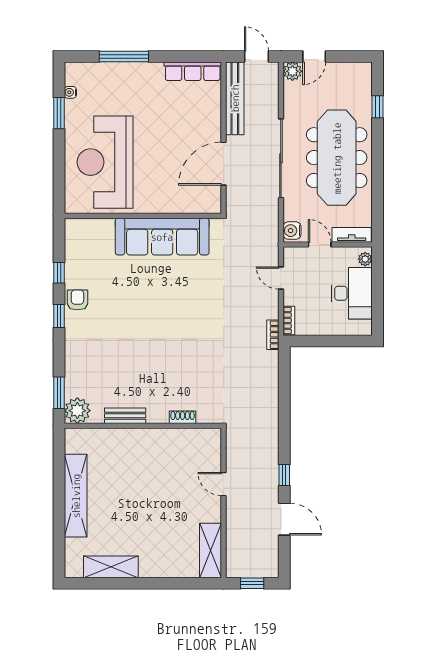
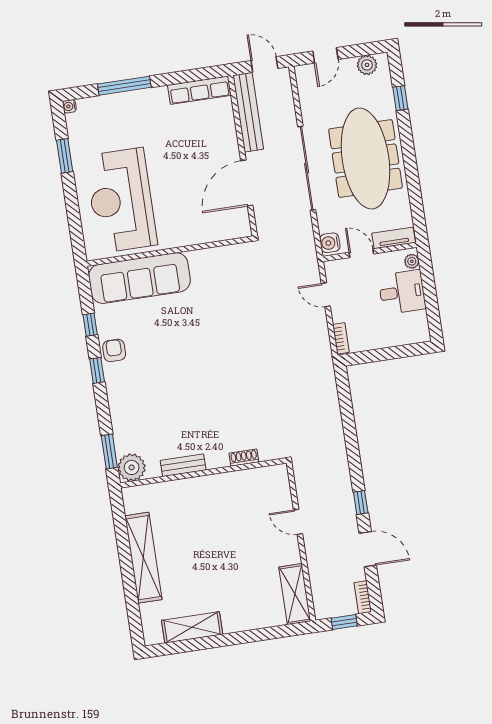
plant: (292, 71) -> (367, 65), moved
water cooler: (70, 92) -> (69, 106), moved
sofa: (162, 237) -> (139, 278), moved
desk: (352, 293) -> (402, 292), width x0.73
bookcase: (273, 335) -> (363, 597), moved

